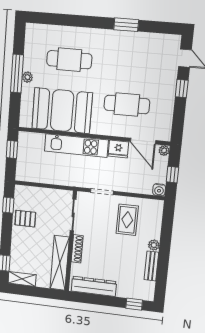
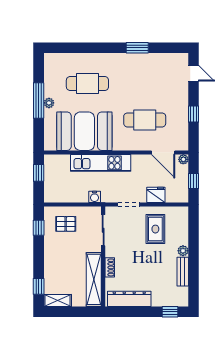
window: (182, 89) -> (193, 114), moved
fridge: (118, 149) -> (156, 195), moved, turned 180
water cooler: (159, 190) -> (95, 197), moved
pallet: (25, 219) -> (66, 224), moved
shoe rack: (77, 249) -> (110, 267), width x0.70

